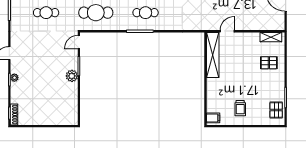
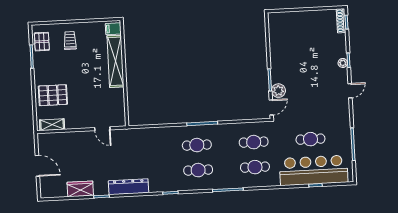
cafe table: (96, 13) -> (254, 142), width x0.73, depth x0.74
door: (227, 31) -> (102, 129), hinge flipped
shelving: (213, 55) -> (115, 61), moved
pallet: (269, 63) -> (53, 95), width x1.50, depth x1.42
plant: (72, 76) -> (278, 91), moved
trolley: (240, 108) -> (70, 41), moved

